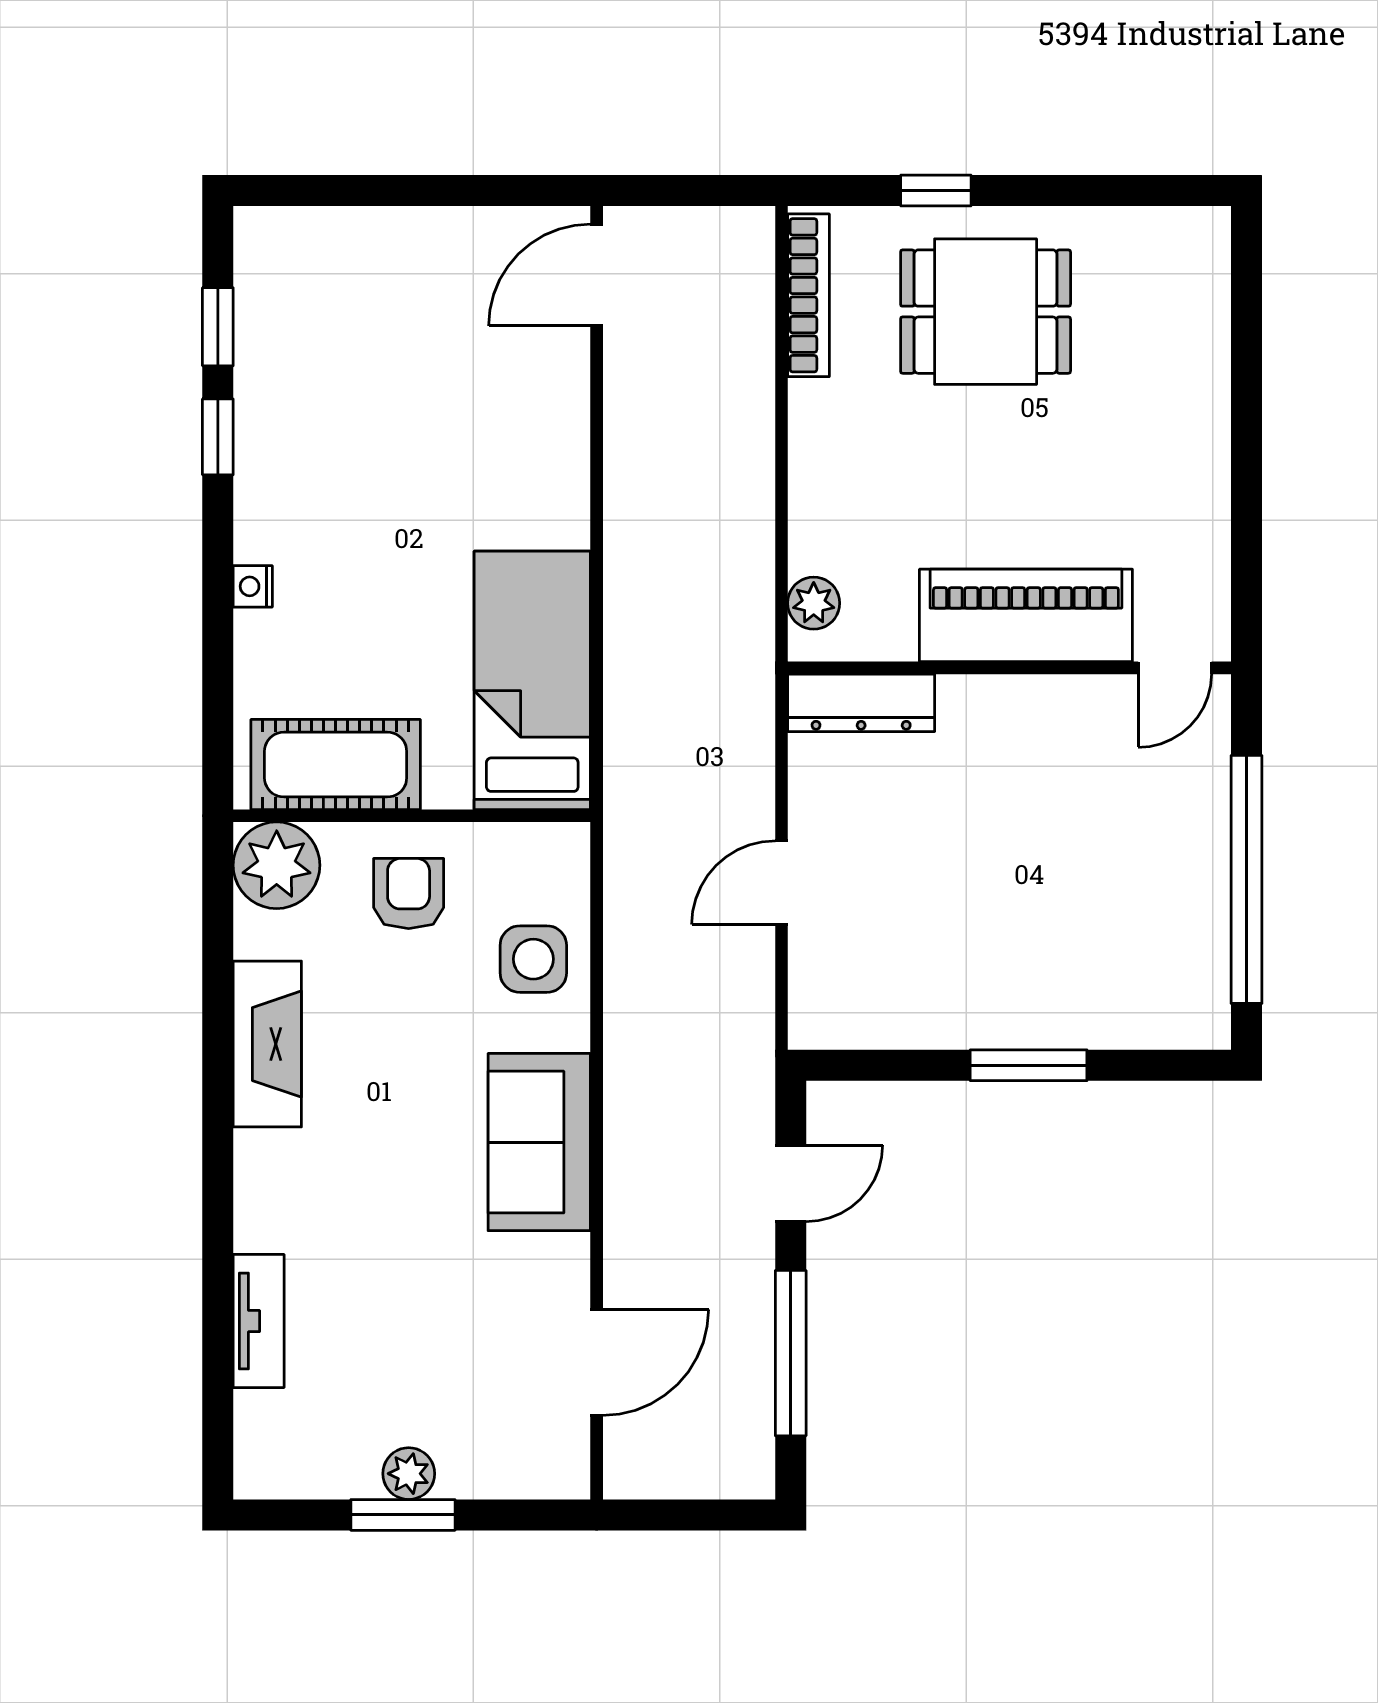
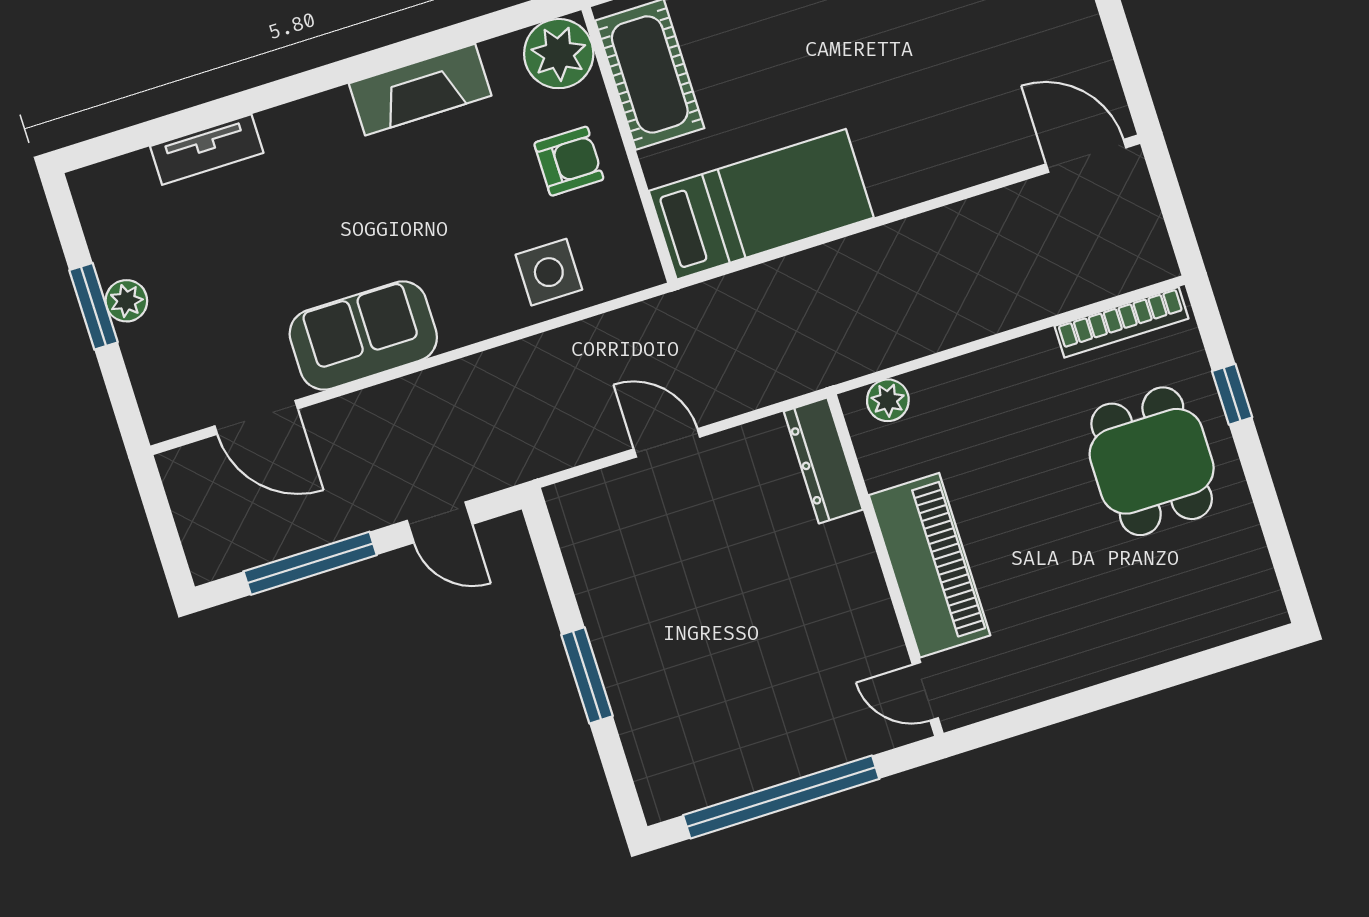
sofa: (539, 1142) -> (363, 336), moved

